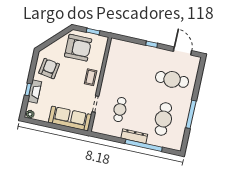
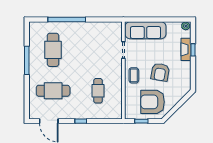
armchair: (49, 69) -> (160, 72), moved
cafe table: (120, 110) -> (98, 91), moved
dresser: (134, 136) -> (78, 27), removed

